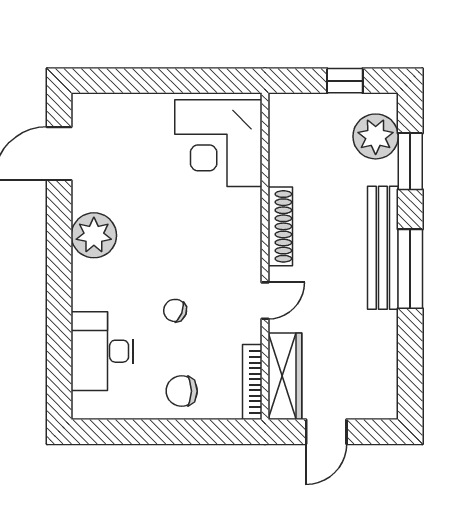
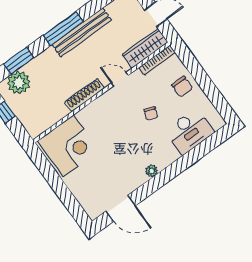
plant: (94, 235) -> (152, 171), width x0.53, depth x0.53
bench: (383, 248) -> (82, 32), moved

